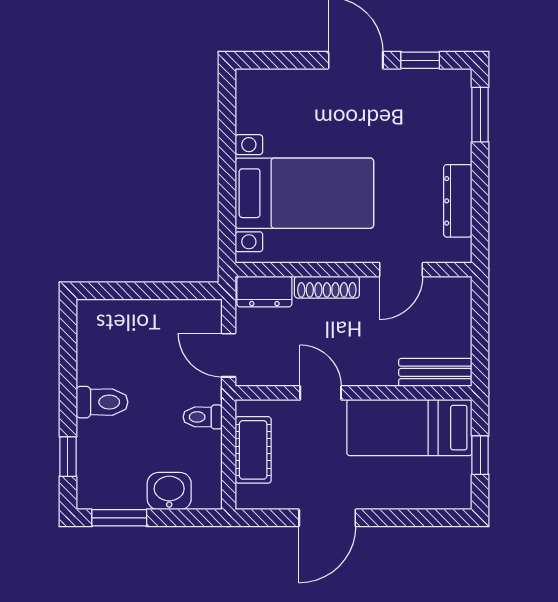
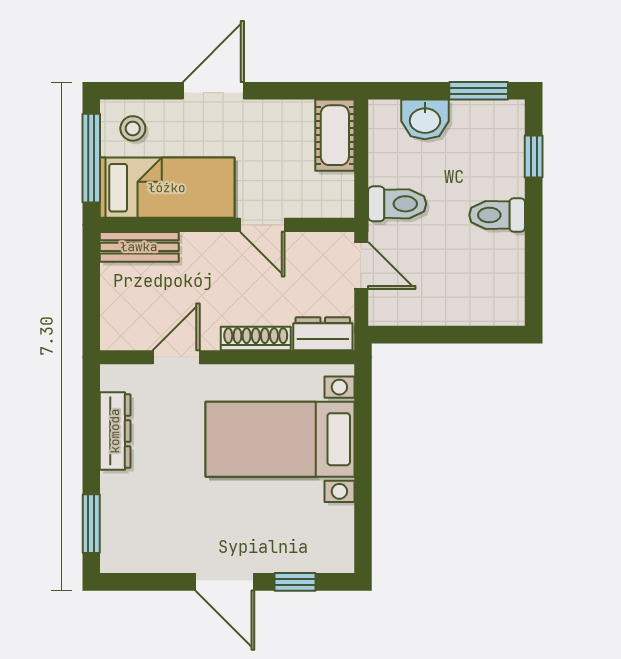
window: (420, 60) -> (295, 582), moved
toilet: (203, 417) -> (397, 204), width x1.37, depth x1.39
cot: (253, 450) -> (335, 135), moved
window: (480, 455) -> (91, 158), width x2.17
stool: (441, 483) -> (133, 128), added
door: (327, 518) -> (213, 91), moved

